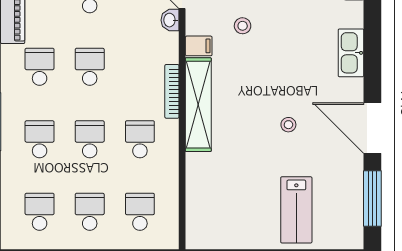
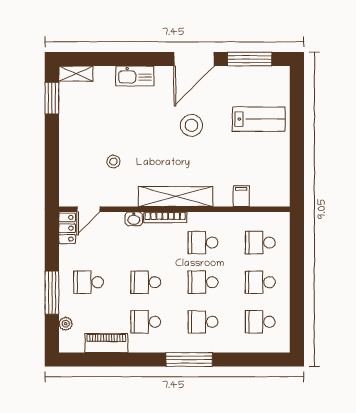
washbasin: (170, 20) -> (134, 219), moved
filing cabinet: (199, 46) -> (241, 196), moved
stool: (288, 125) -> (191, 125), width x1.89, depth x1.89

